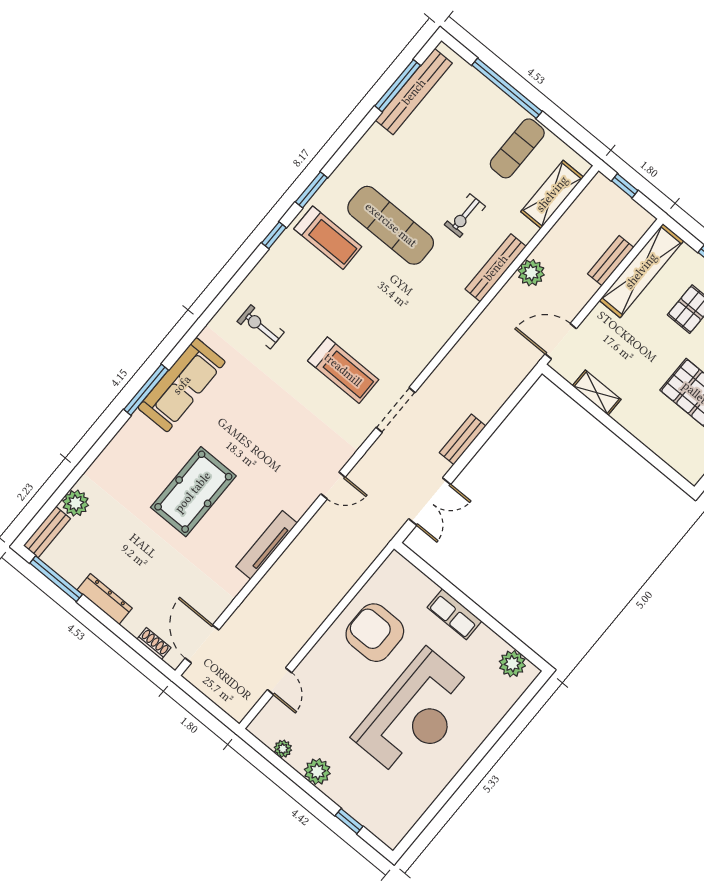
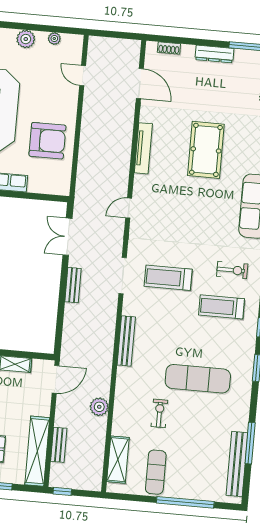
window: (398, 86) -> (250, 443), moved
window: (625, 186) -> (62, 491), moved
treadmill: (328, 238) -> (221, 307), moved
bench: (496, 268) -> (126, 341), moved
door: (202, 644) -> (140, 84), moved

